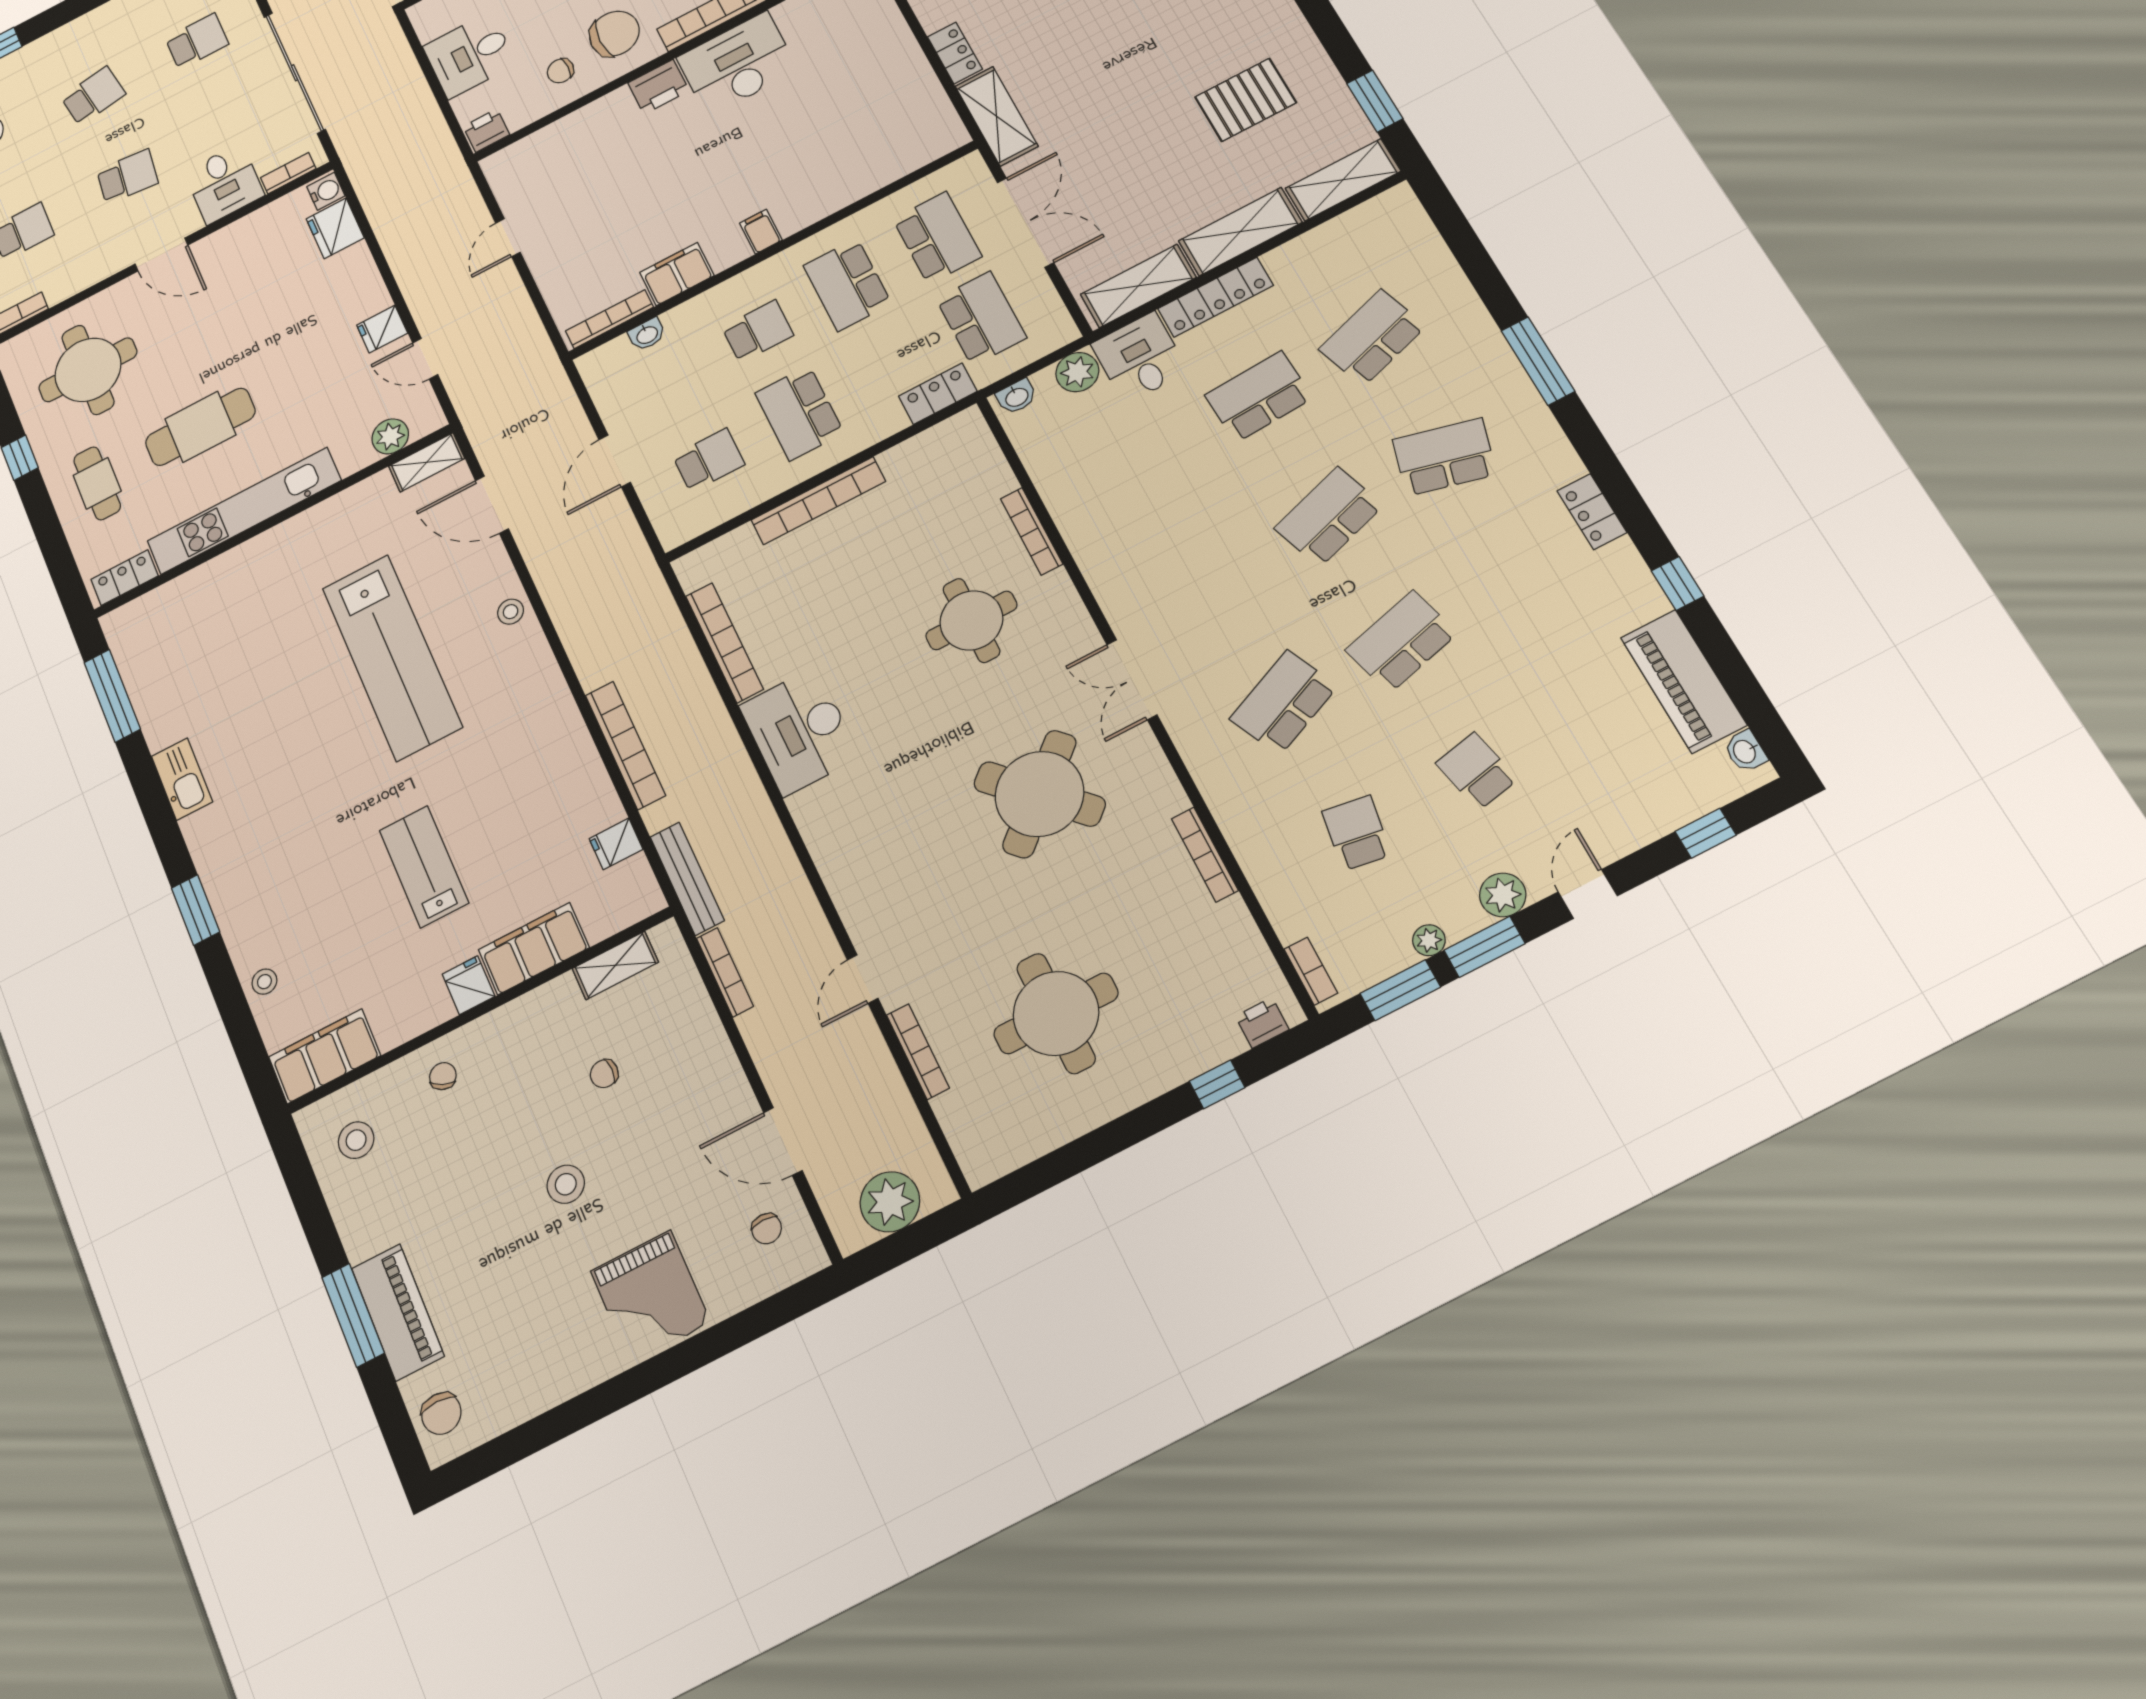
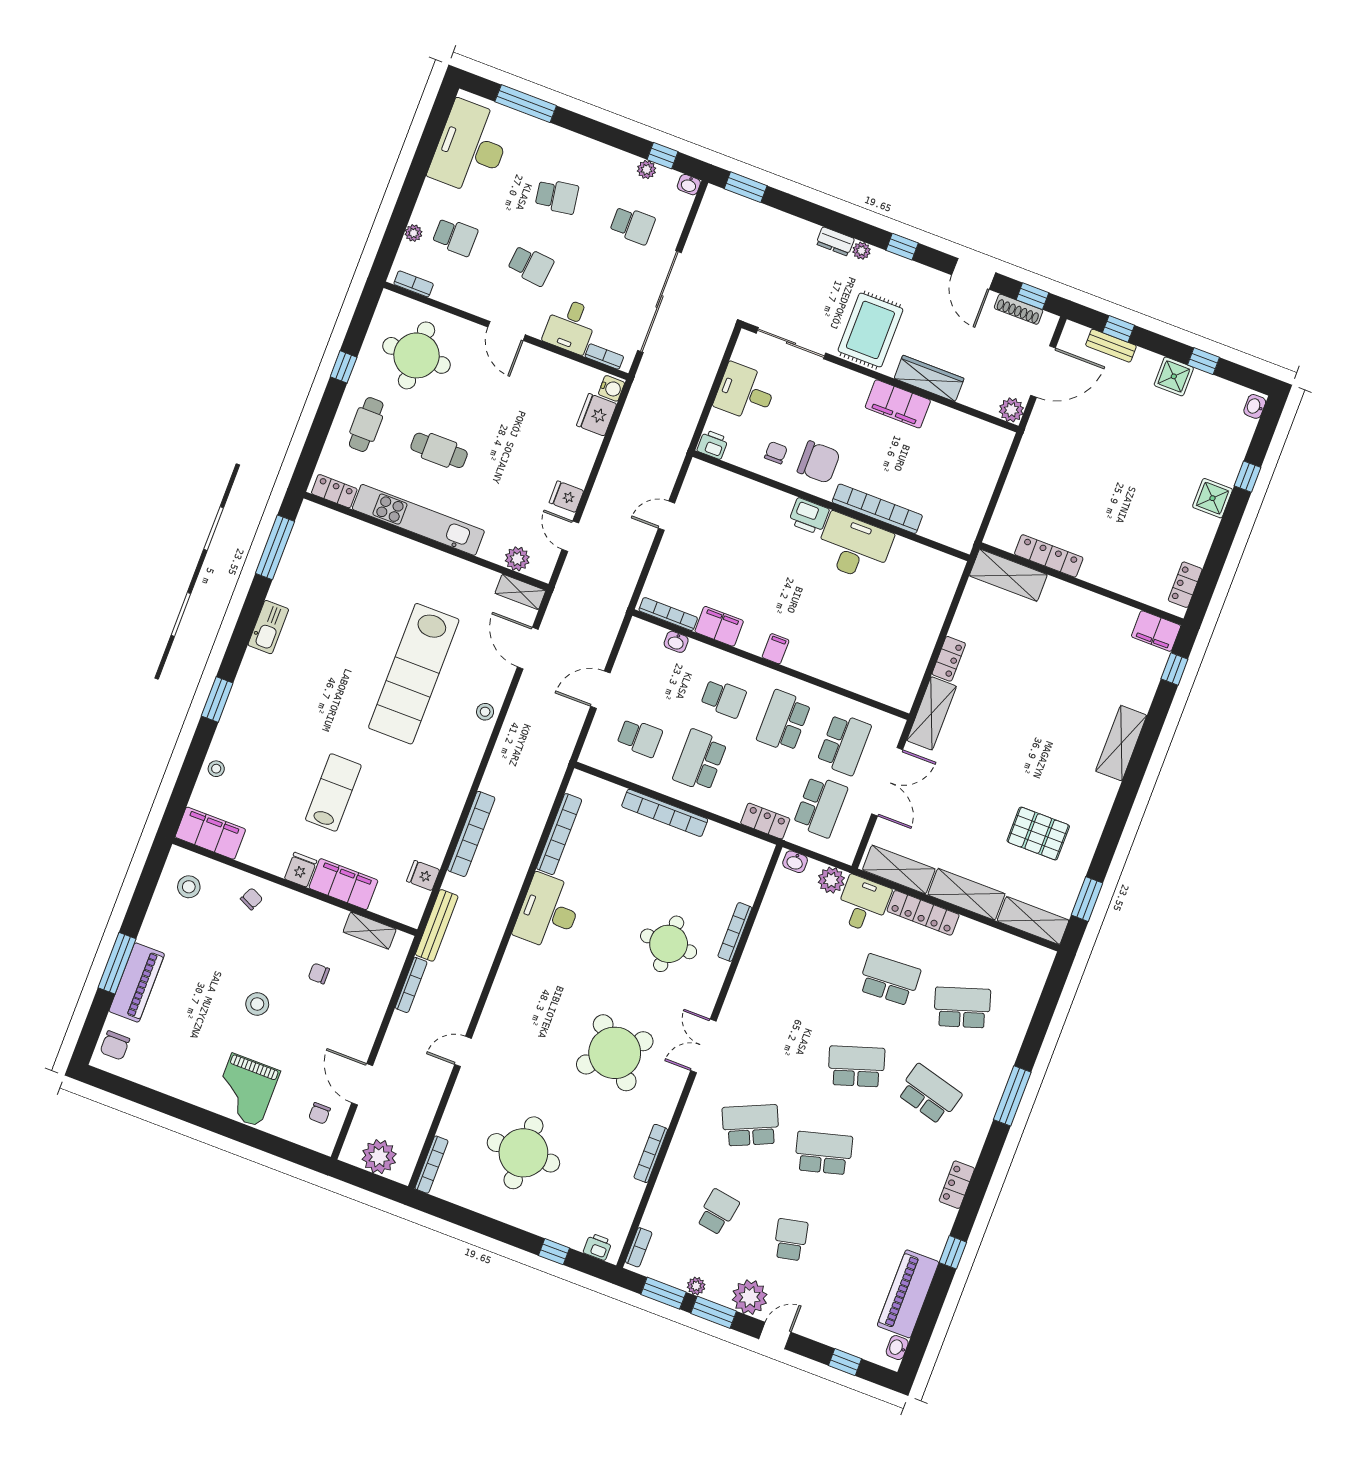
chair: (560, 71) -> (776, 453), turned 90
cafe table: (200, 427) -> (439, 450), width x0.73, depth x0.74
plant: (1503, 895) -> (750, 1297), width x1.36, depth x1.36
bookcase: (918, 1052) -> (432, 1165), moved

